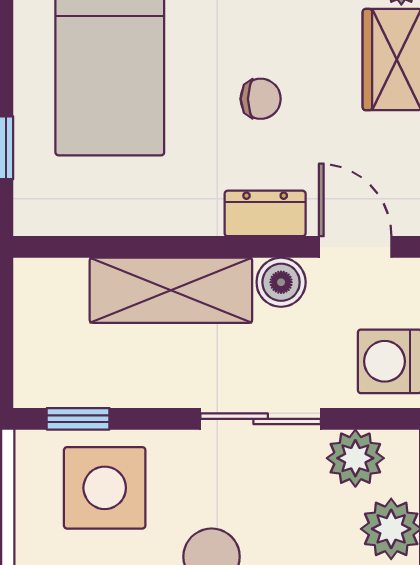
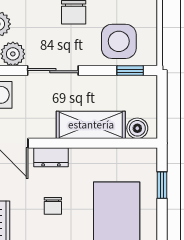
chair: (261, 99) -> (53, 206), turned -90
boiler: (281, 282) -> (137, 128), moved

